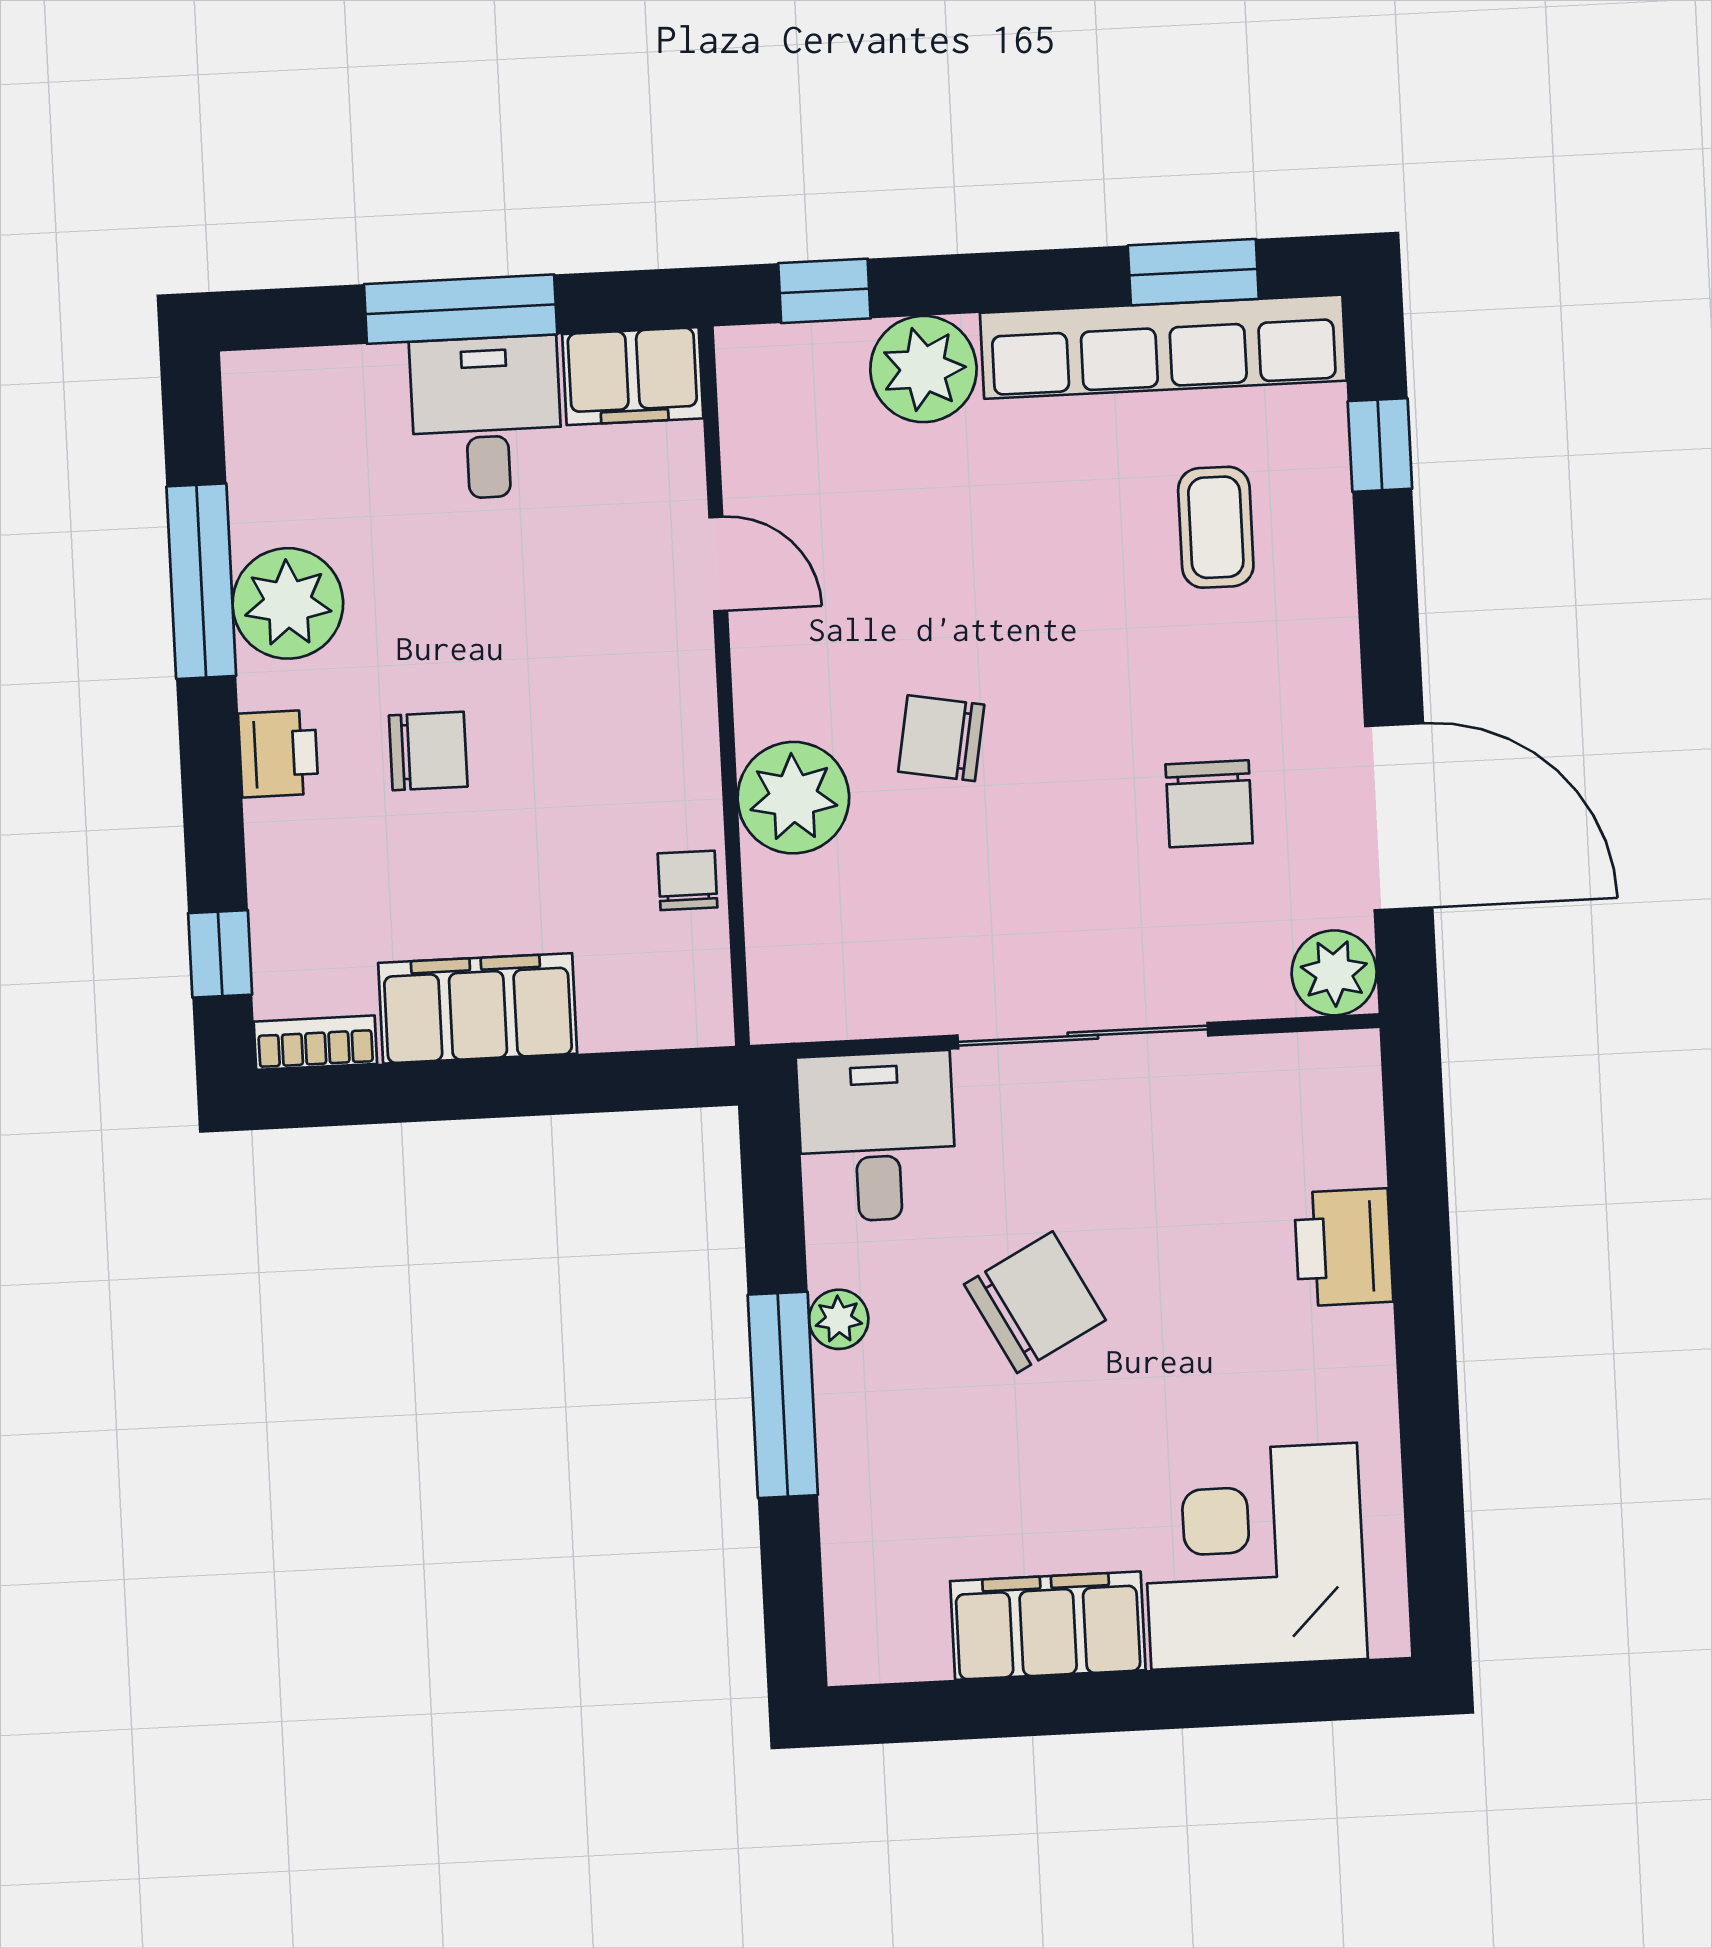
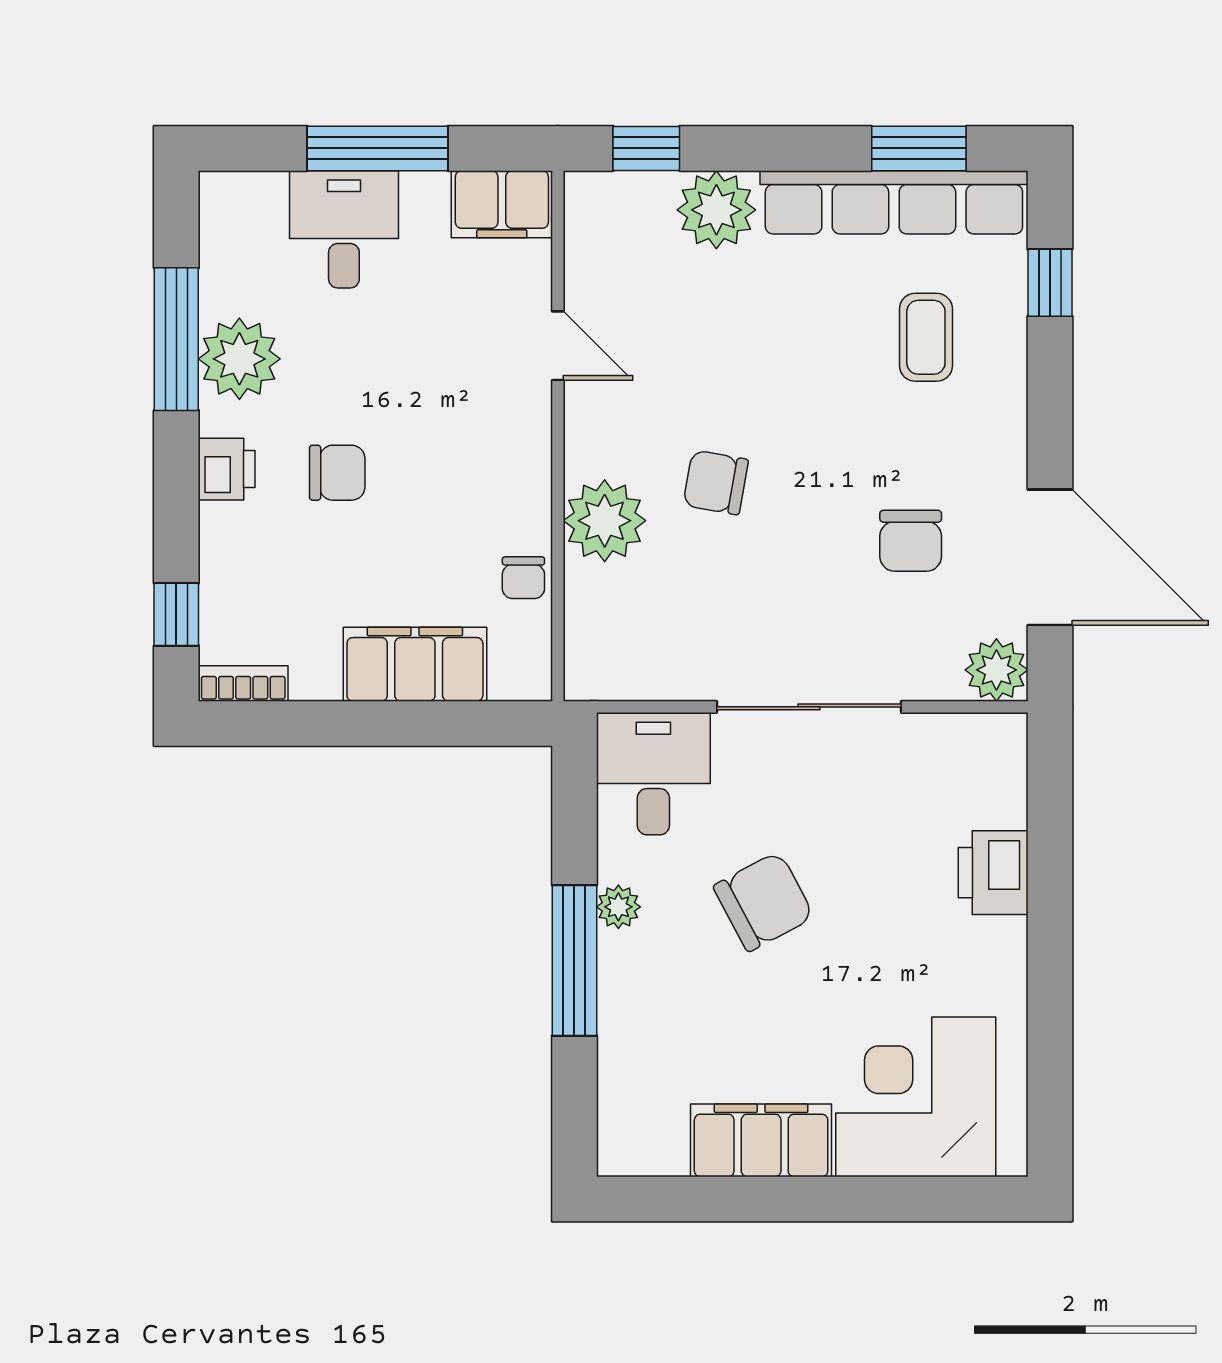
desk: (486, 418) -> (344, 229), moved
chair: (688, 880) -> (523, 578), turned 180
filing cabinet: (478, 1008) -> (415, 664), moved

